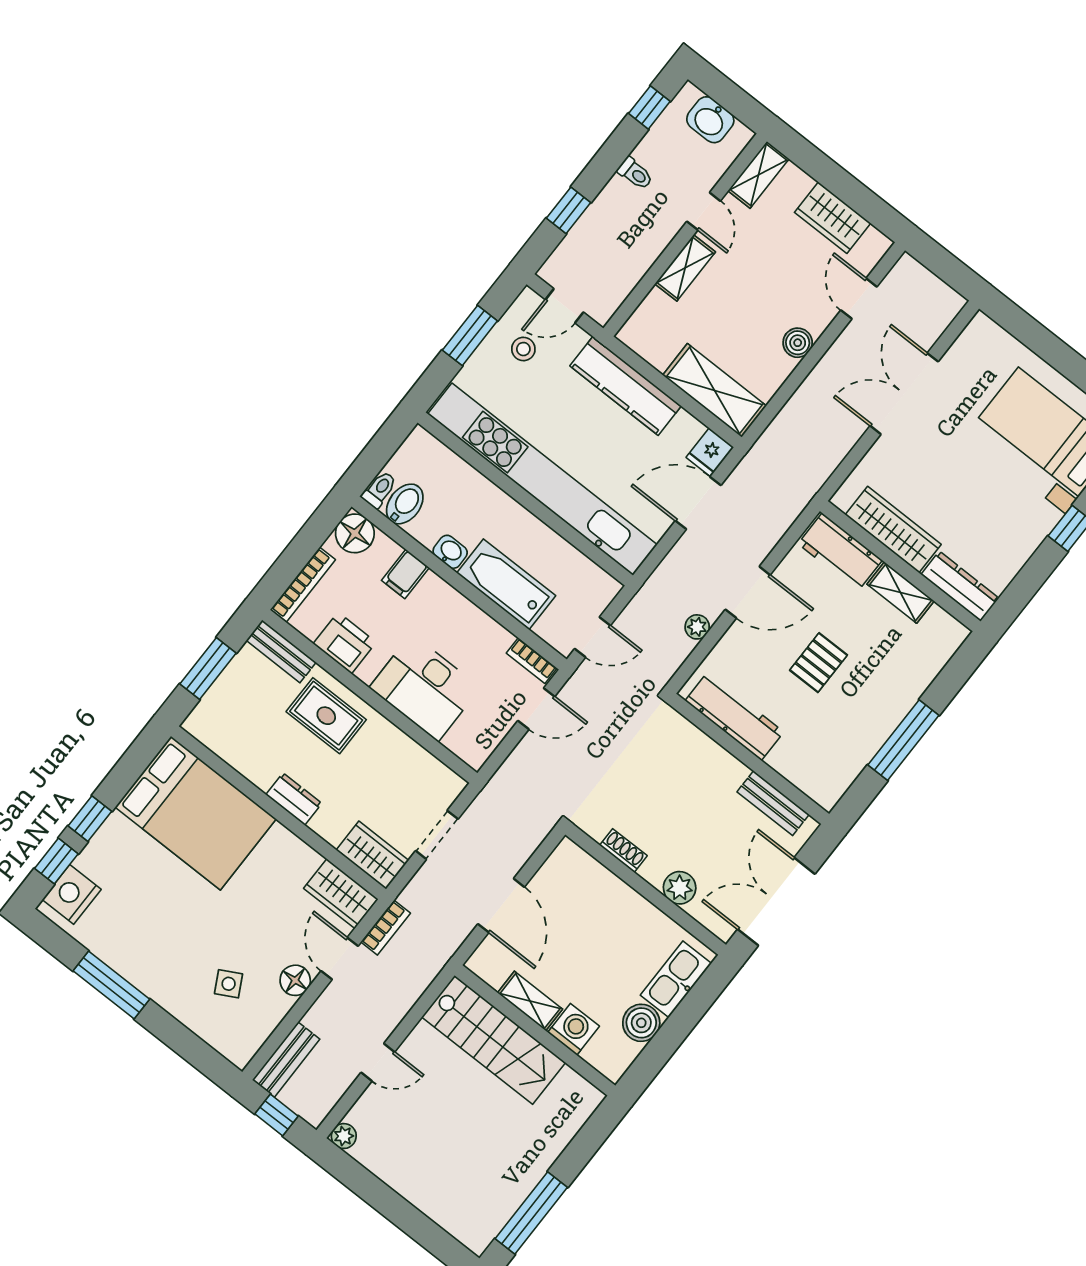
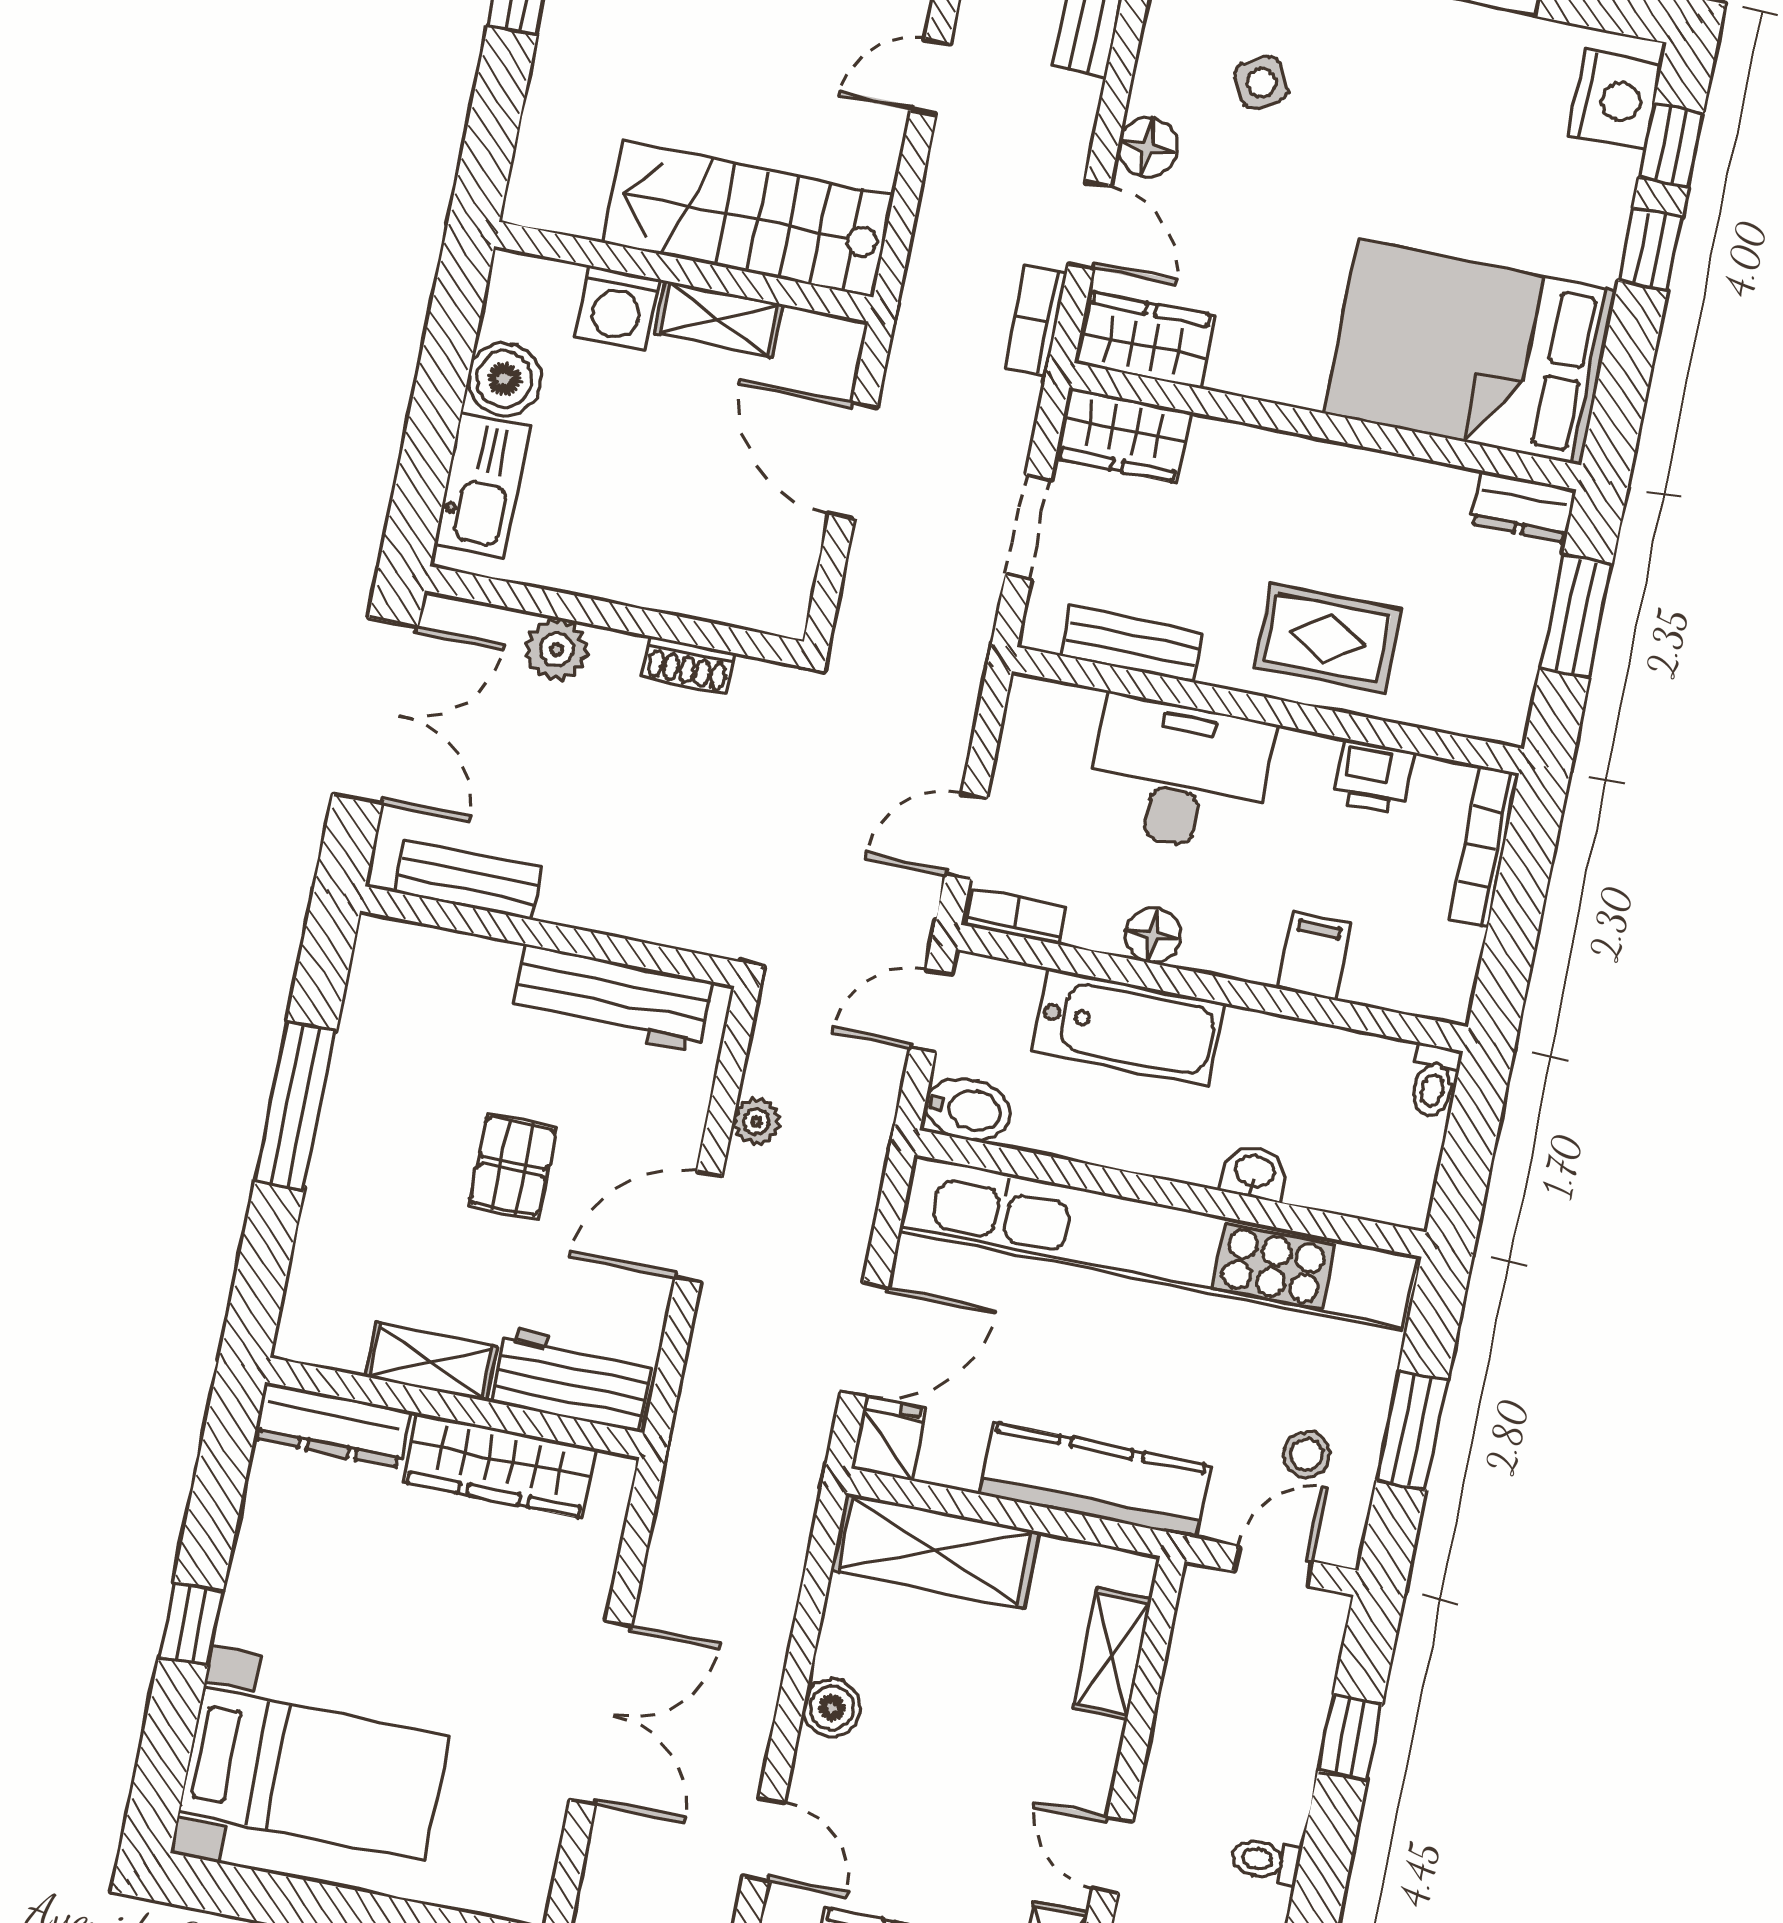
shelving: (685, 268) -> (1112, 1654), moved
bidet: (405, 504) -> (968, 1109), moved, turned -90
floor lamp: (355, 533) -> (1153, 936), moved, width x0.73, depth x0.73
washbasin: (450, 552) -> (1255, 1173), moved, turned 180
printer: (345, 643) -> (1374, 777), width x0.73, depth x0.81
bench: (281, 651) -> (1132, 644), moved
dresser: (294, 799) -> (1523, 507), moved

